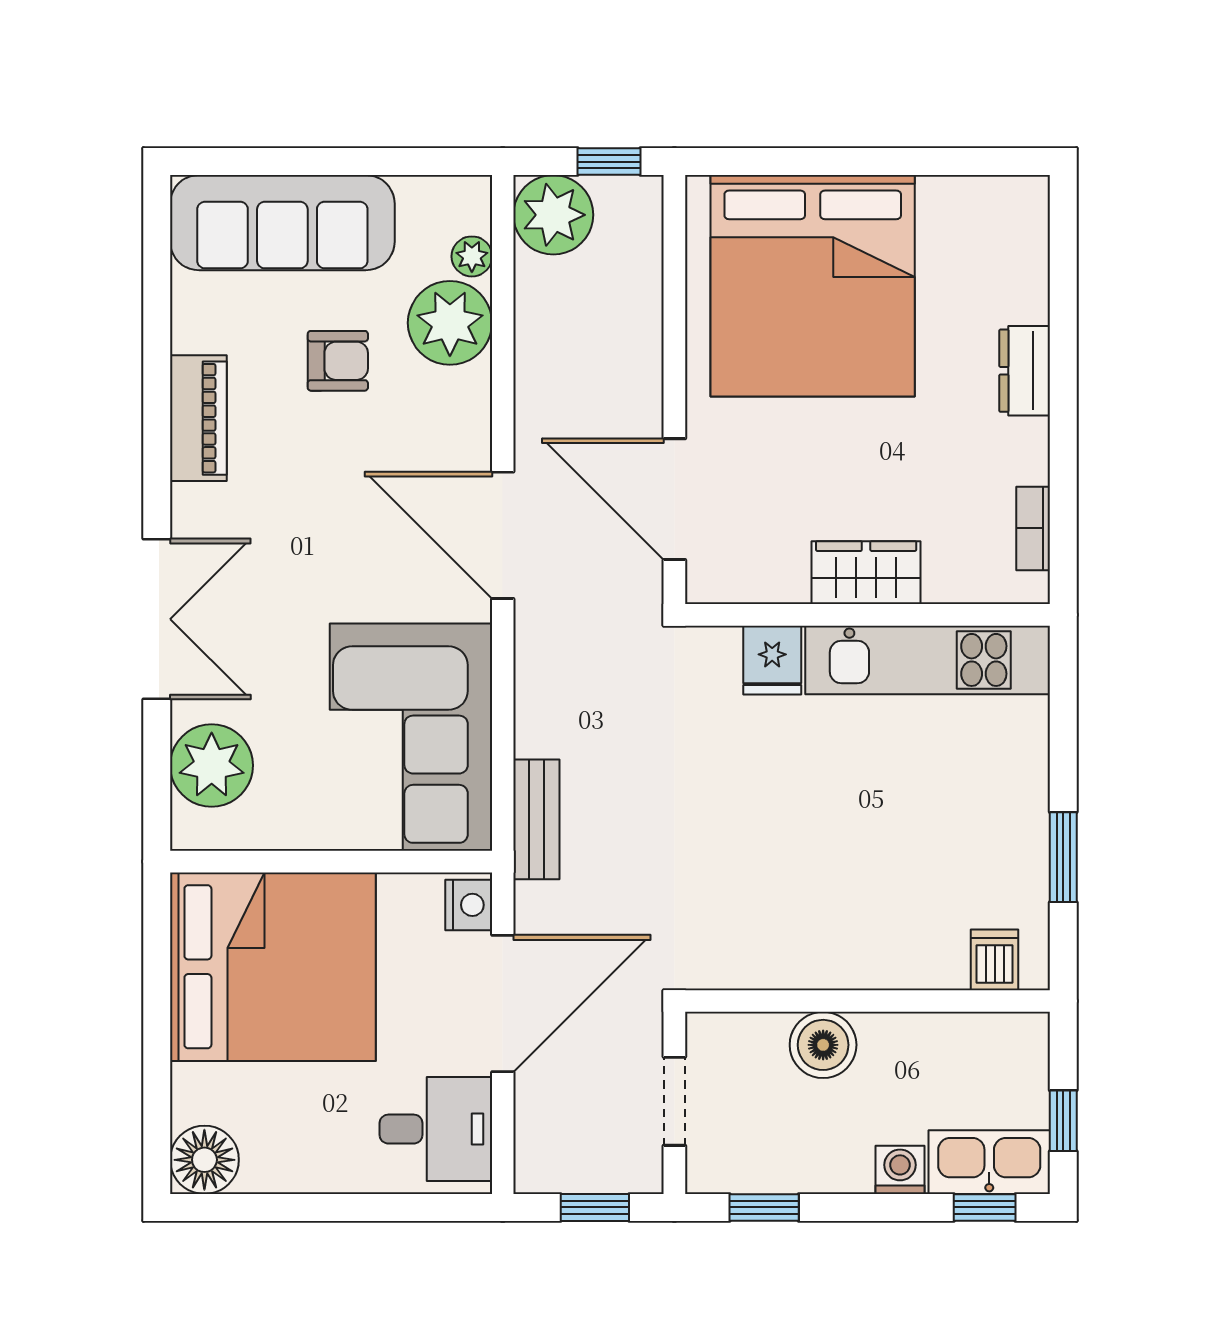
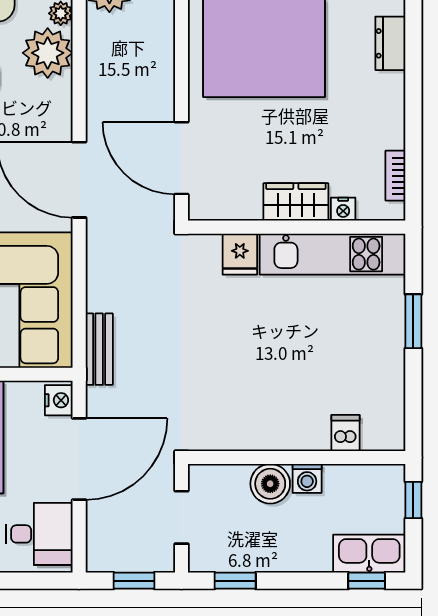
dresser: (1025, 371) -> (390, 43), moved
nightstand: (945, 585) -> (343, 209), added
window: (1063, 857) -> (413, 321), moved
dishwasher: (995, 960) -> (345, 433), moved
window: (1063, 1121) -> (413, 500), moved
washing machine: (900, 1170) -> (307, 478), moved, turned 180

